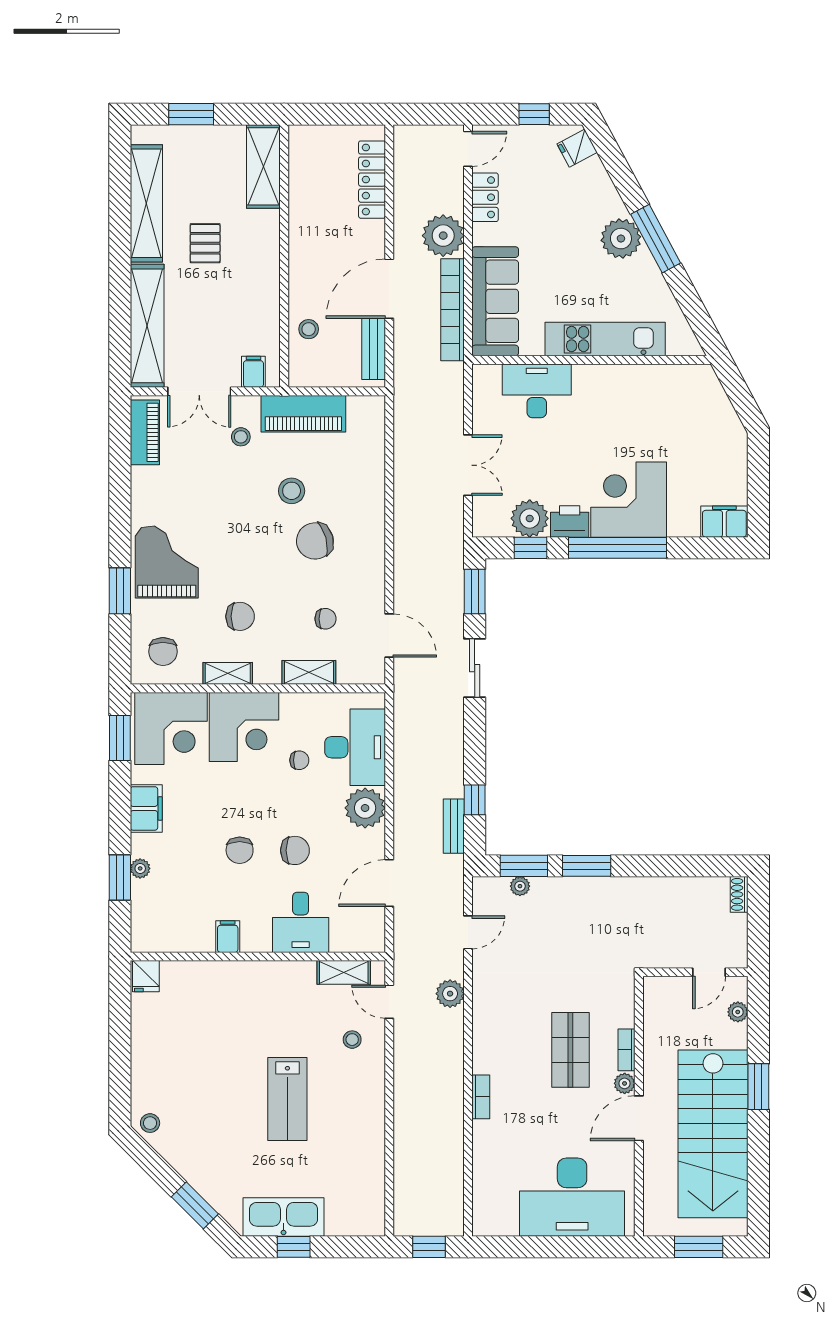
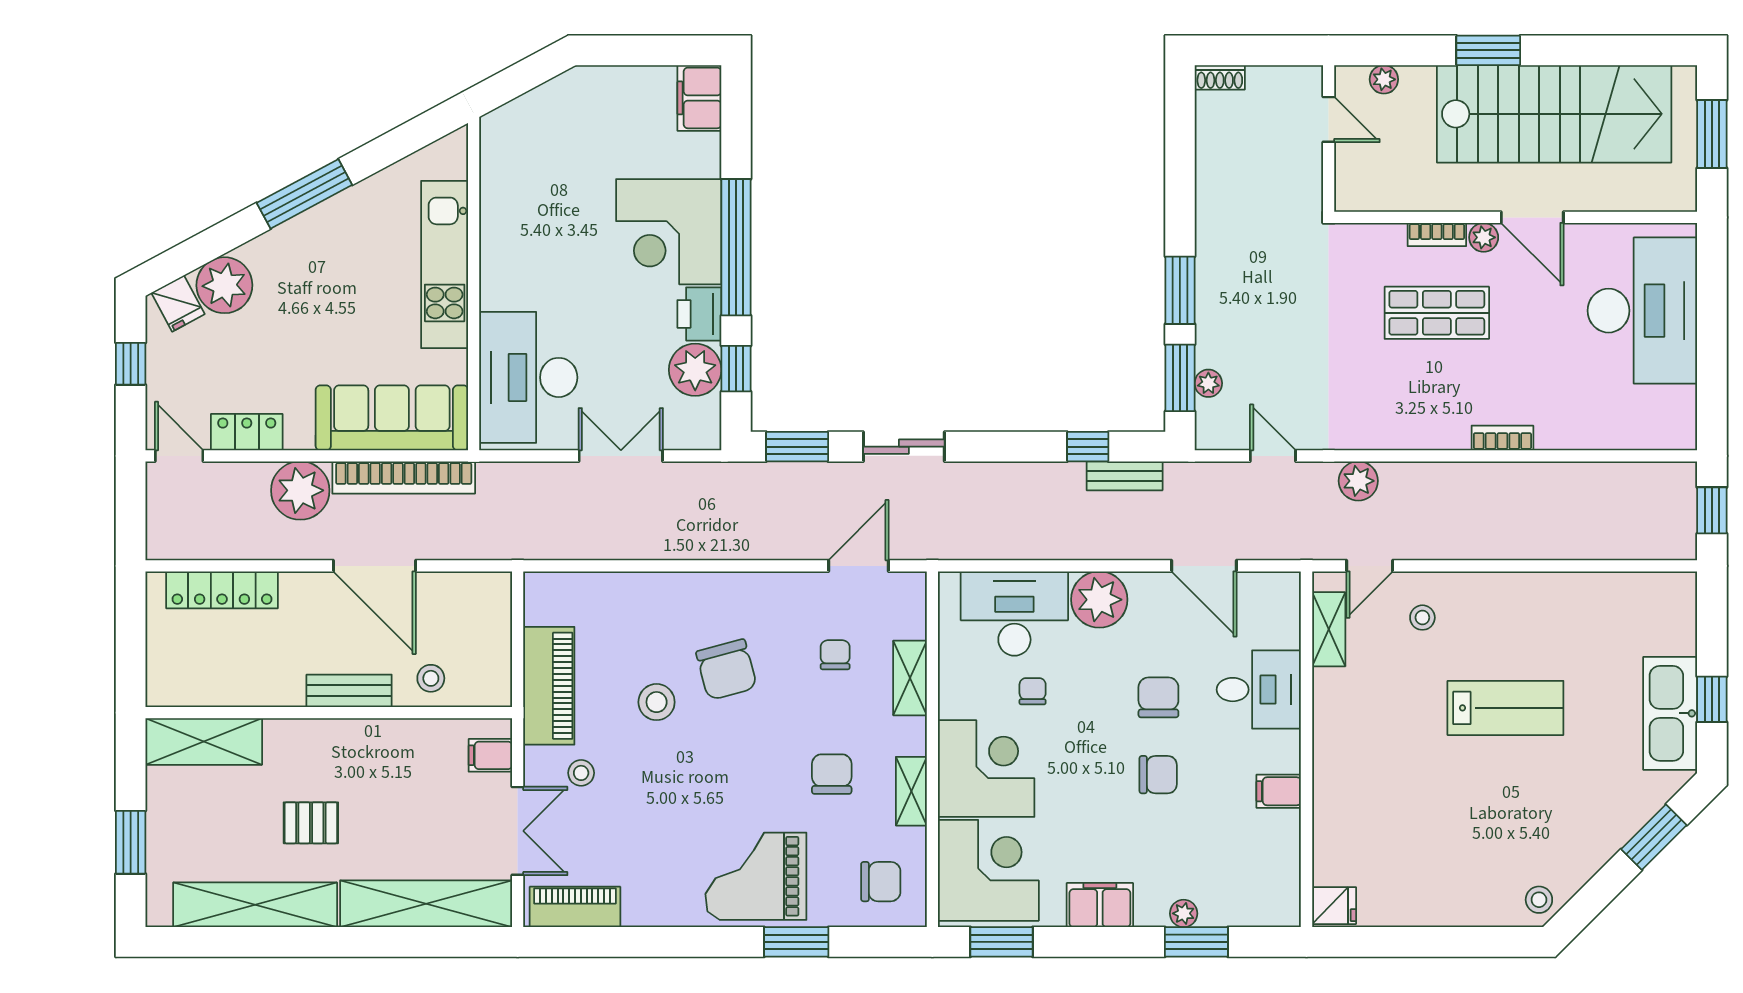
plant: (621, 239) -> (224, 285), moved
bench: (374, 349) -> (349, 691), moved
desk: (537, 391) -> (528, 377), width x1.36, depth x1.30

